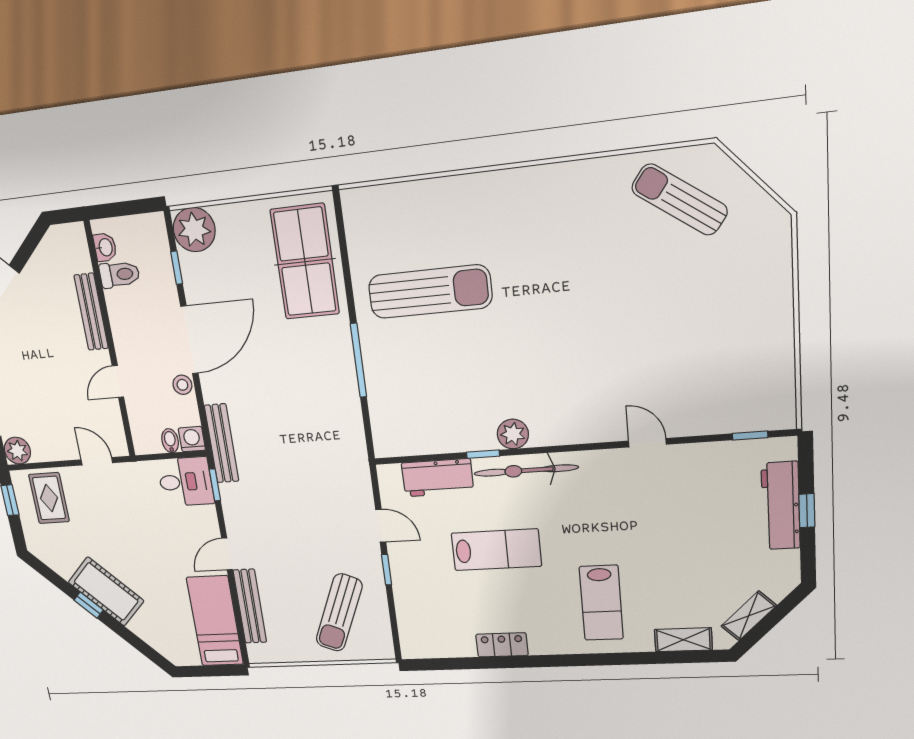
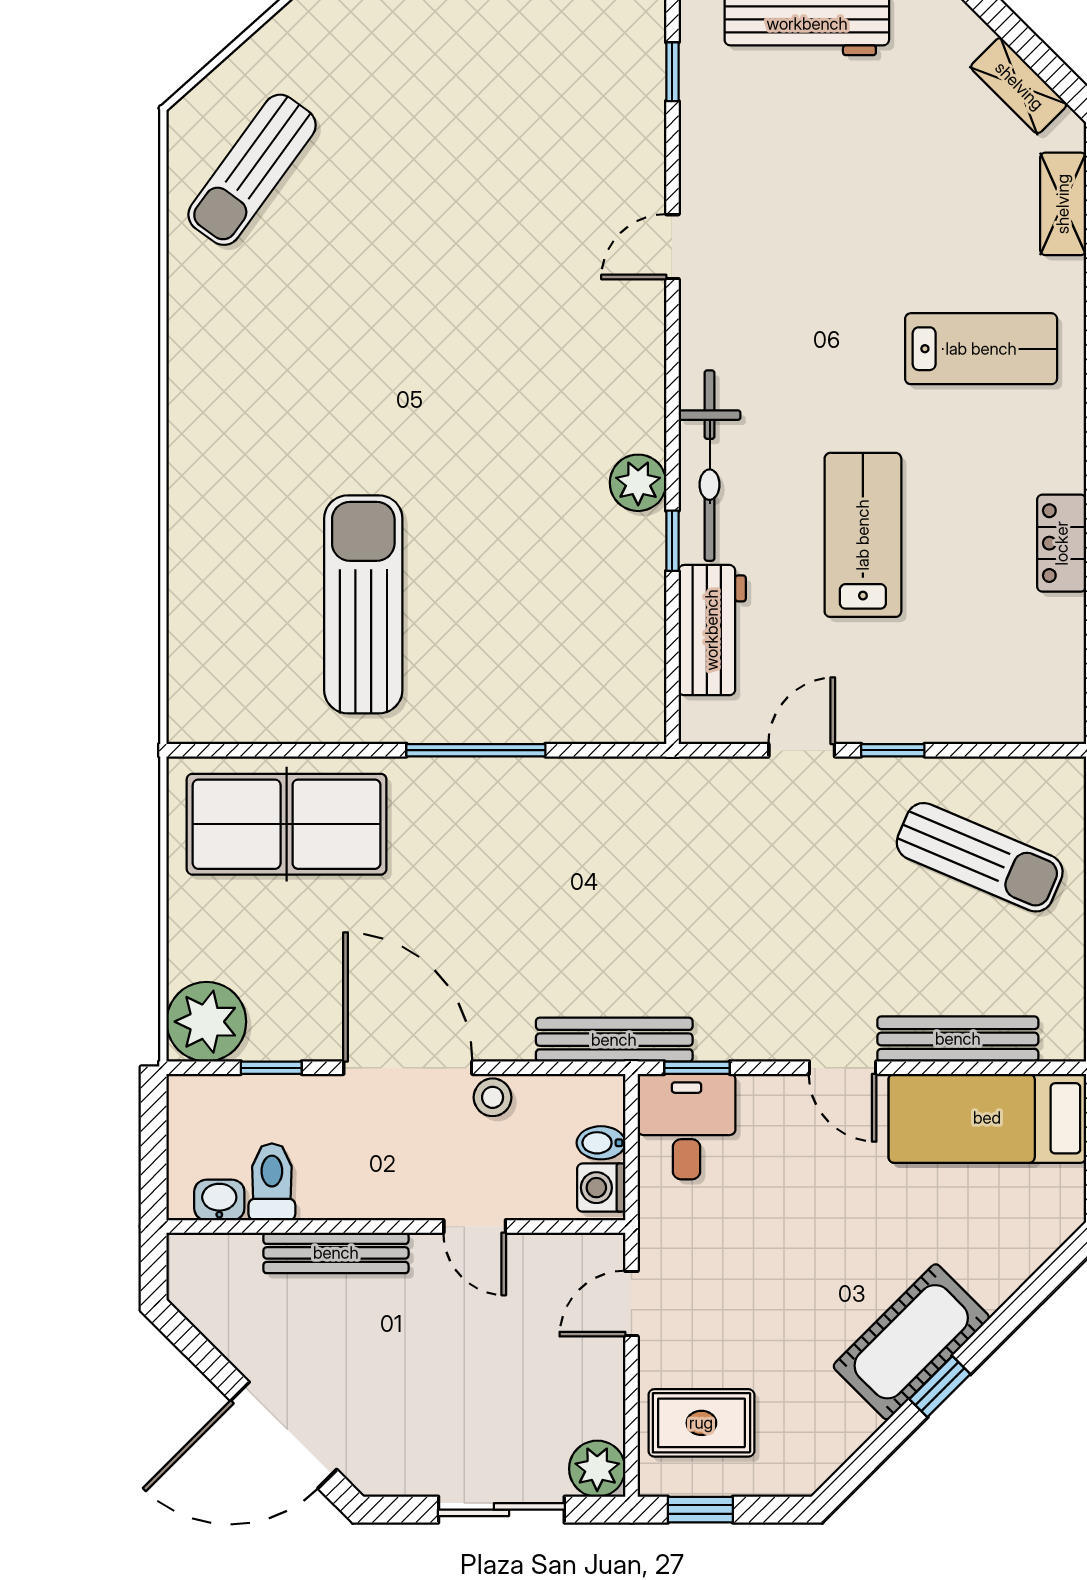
washing machine: (192, 439) -> (601, 1188), moved

